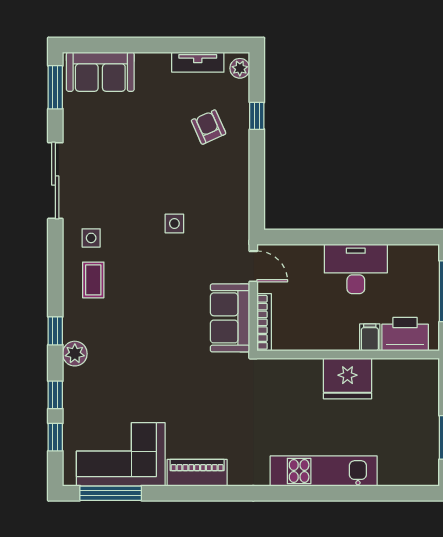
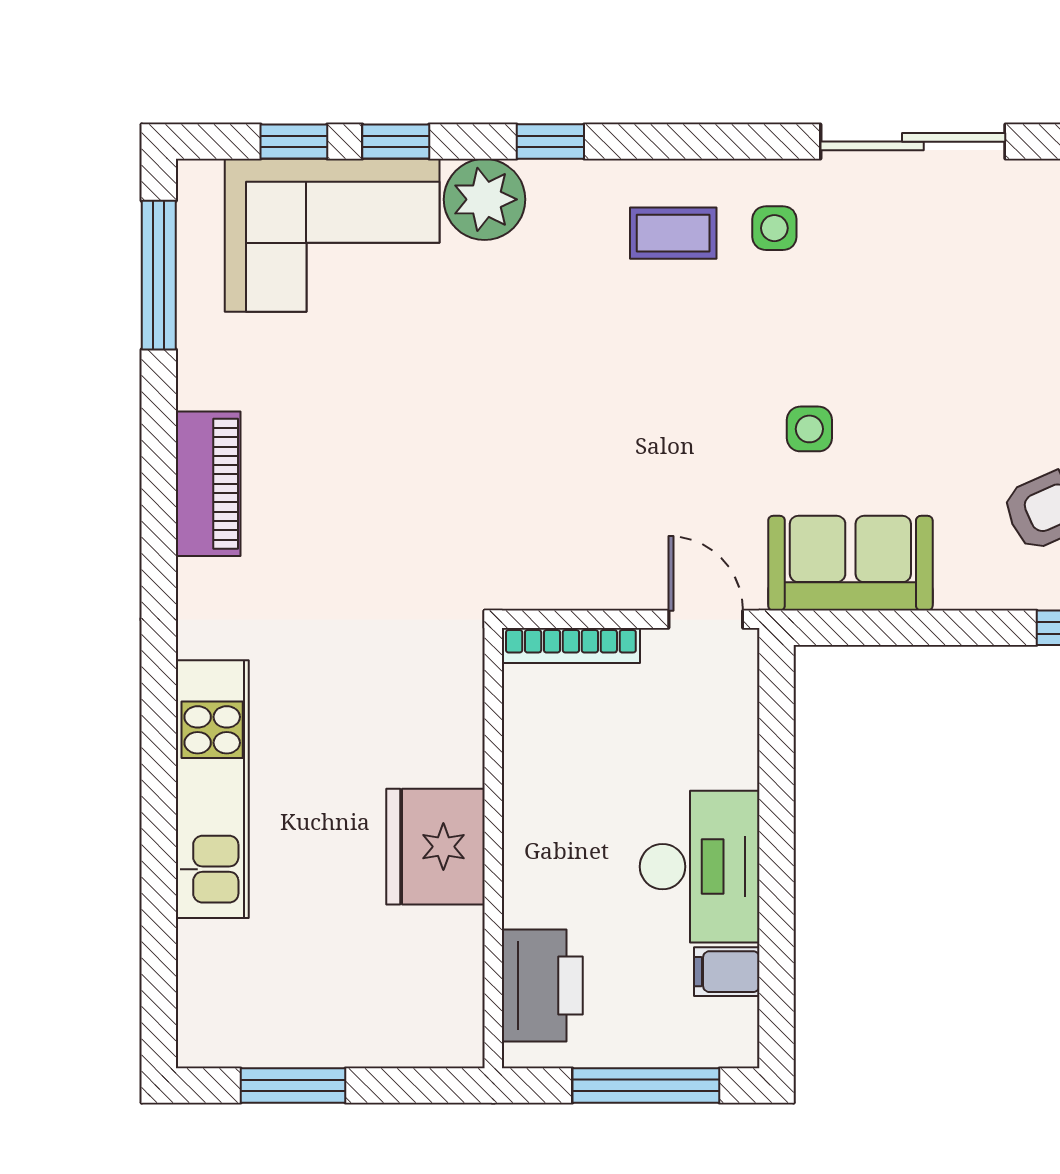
door: (253, 266) -> (706, 619), swing flipped
sofa: (230, 318) -> (850, 563), moved
filing cabinet: (370, 337) -> (727, 972), moved, turned 180
plant: (75, 354) -> (485, 199), width x1.36, depth x1.36
corner sofa: (121, 454) -> (332, 235), moved, turned 90

